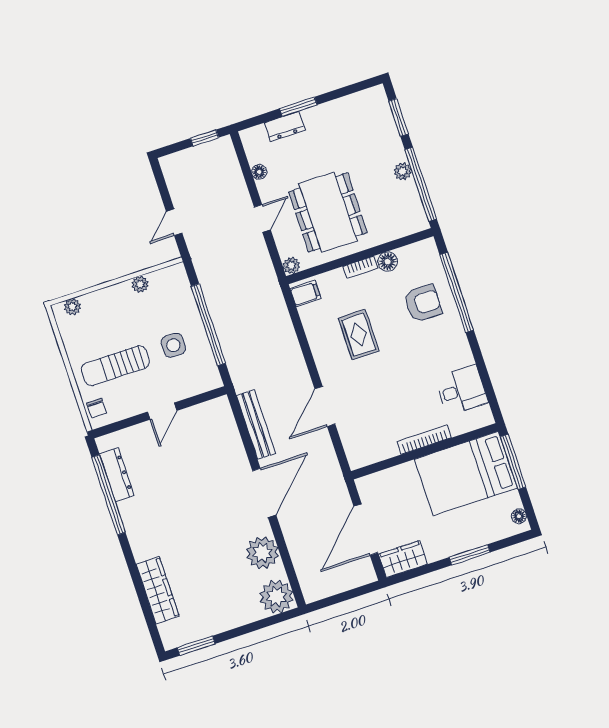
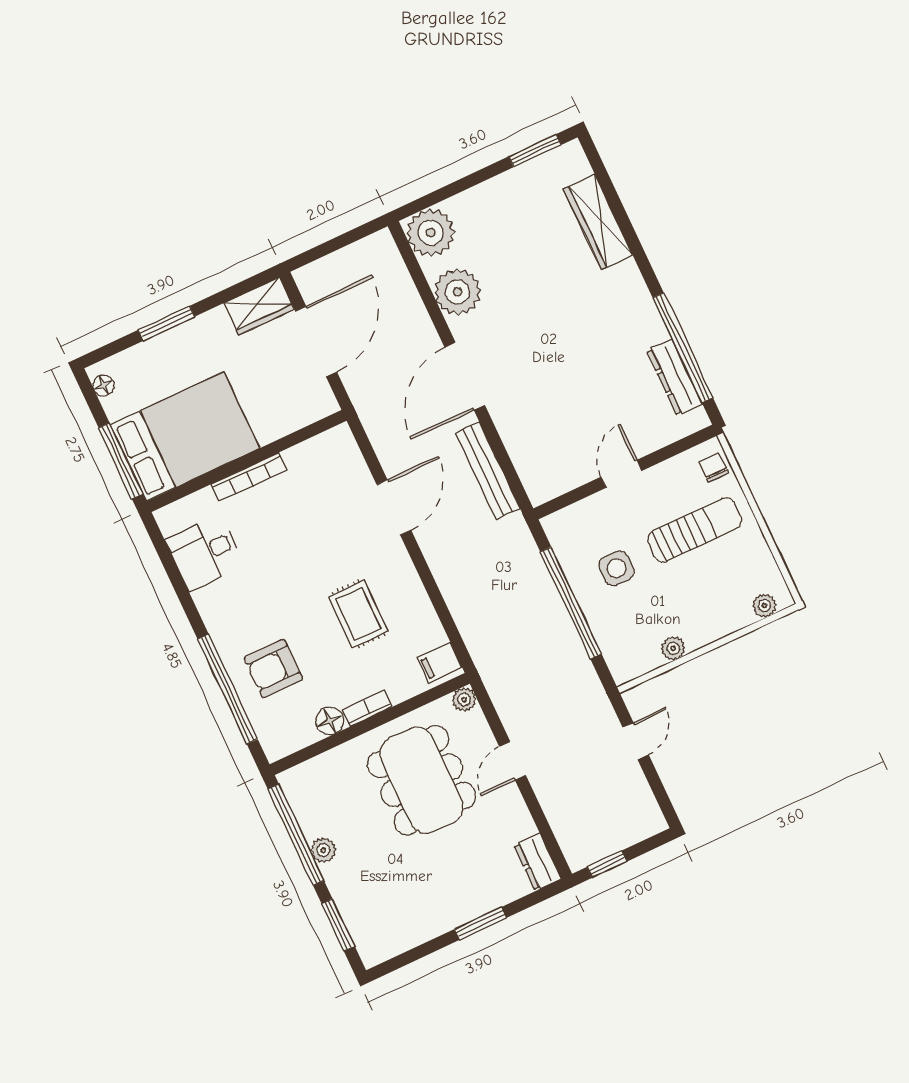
dresser: (285, 126) -> (537, 862), moved, turned -90
floor lamp: (259, 172) -> (525, 825), removed

